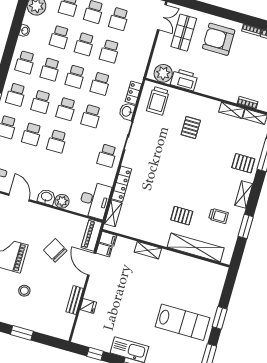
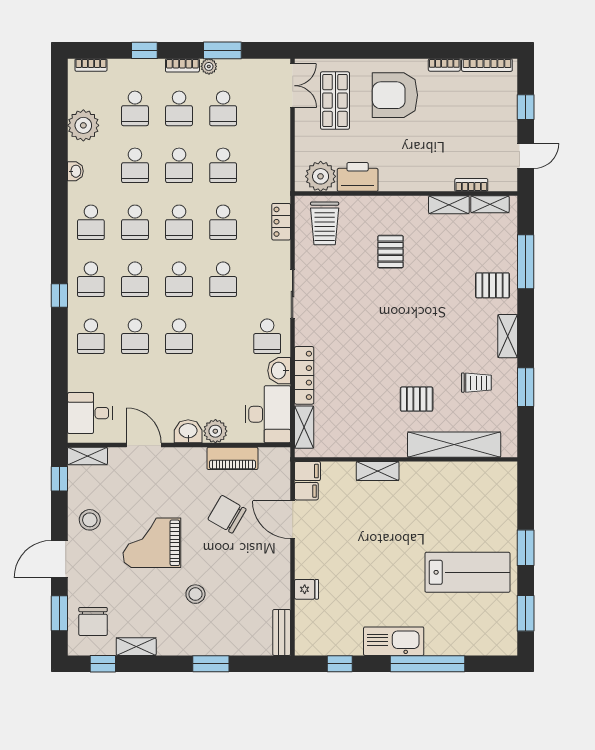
washbasin: (127, 111) -> (279, 371), moved
piano: (92, 235) -> (232, 458), moved, turned -90
bench: (75, 300) -> (282, 632), moved

